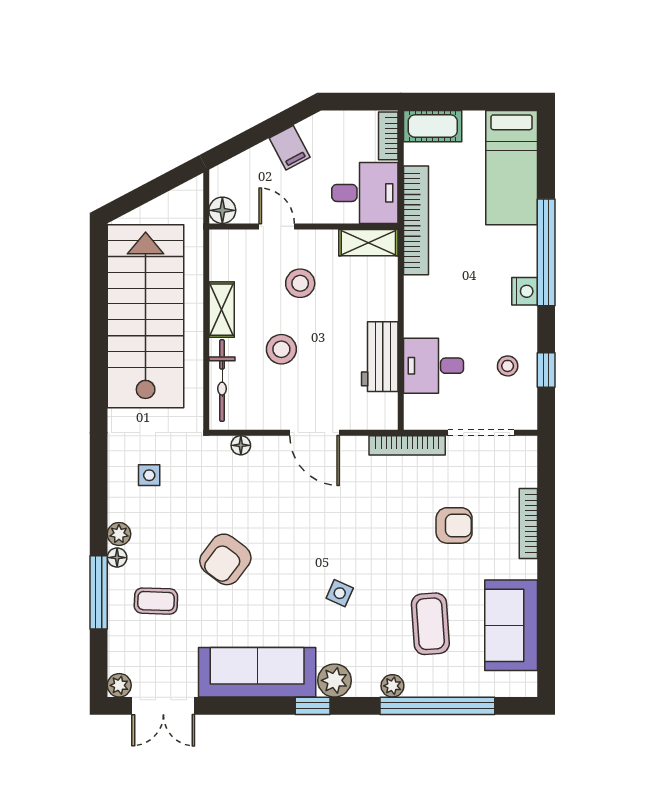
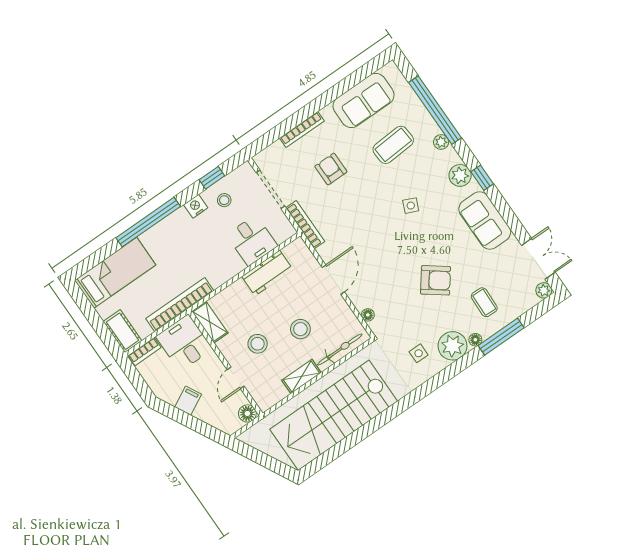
nightstand: (525, 291) -> (196, 206), moved
plant: (119, 534) -> (453, 346), width x1.88, depth x1.88
sofa: (257, 672) -> (485, 221), width x0.73

